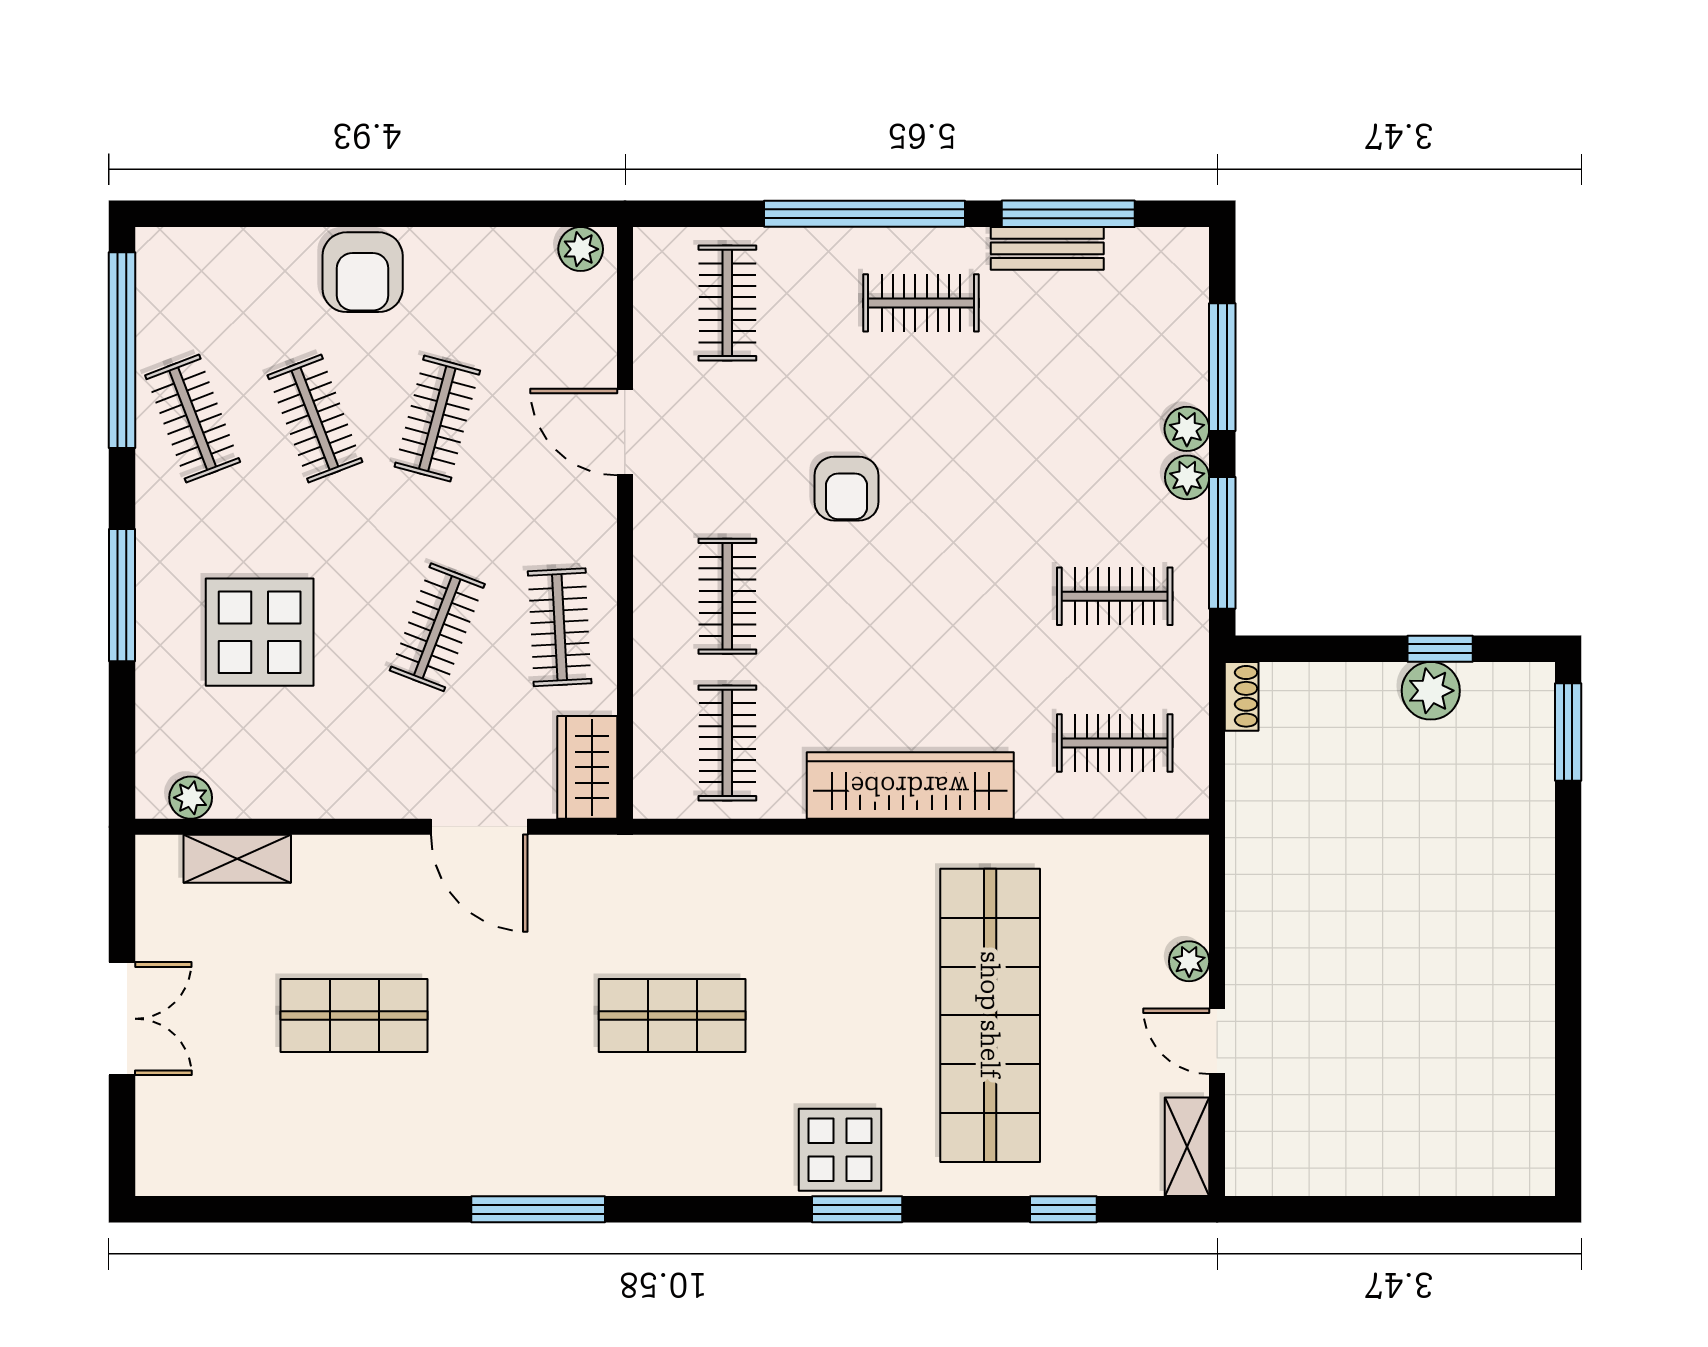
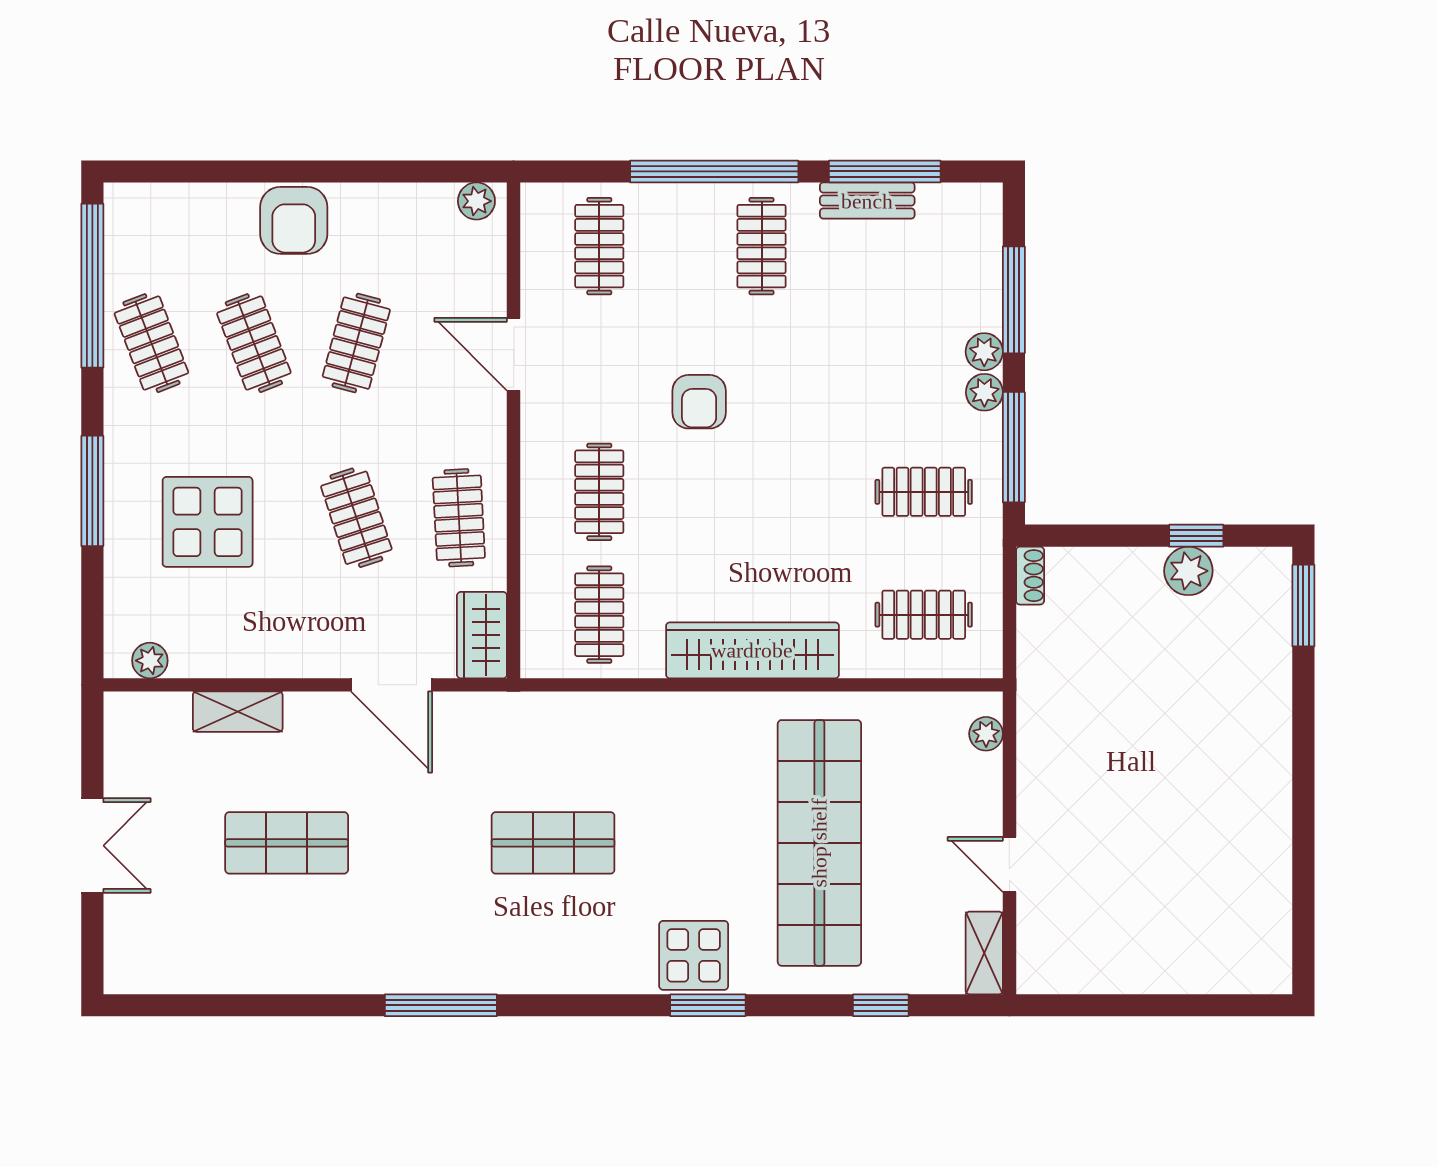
clothes rail: (921, 303) -> (762, 246), turned 90
clothes rail: (437, 627) -> (356, 518), turned -39
shelving: (237, 859) -> (238, 712), moved
plant: (1189, 961) -> (986, 734), moved

